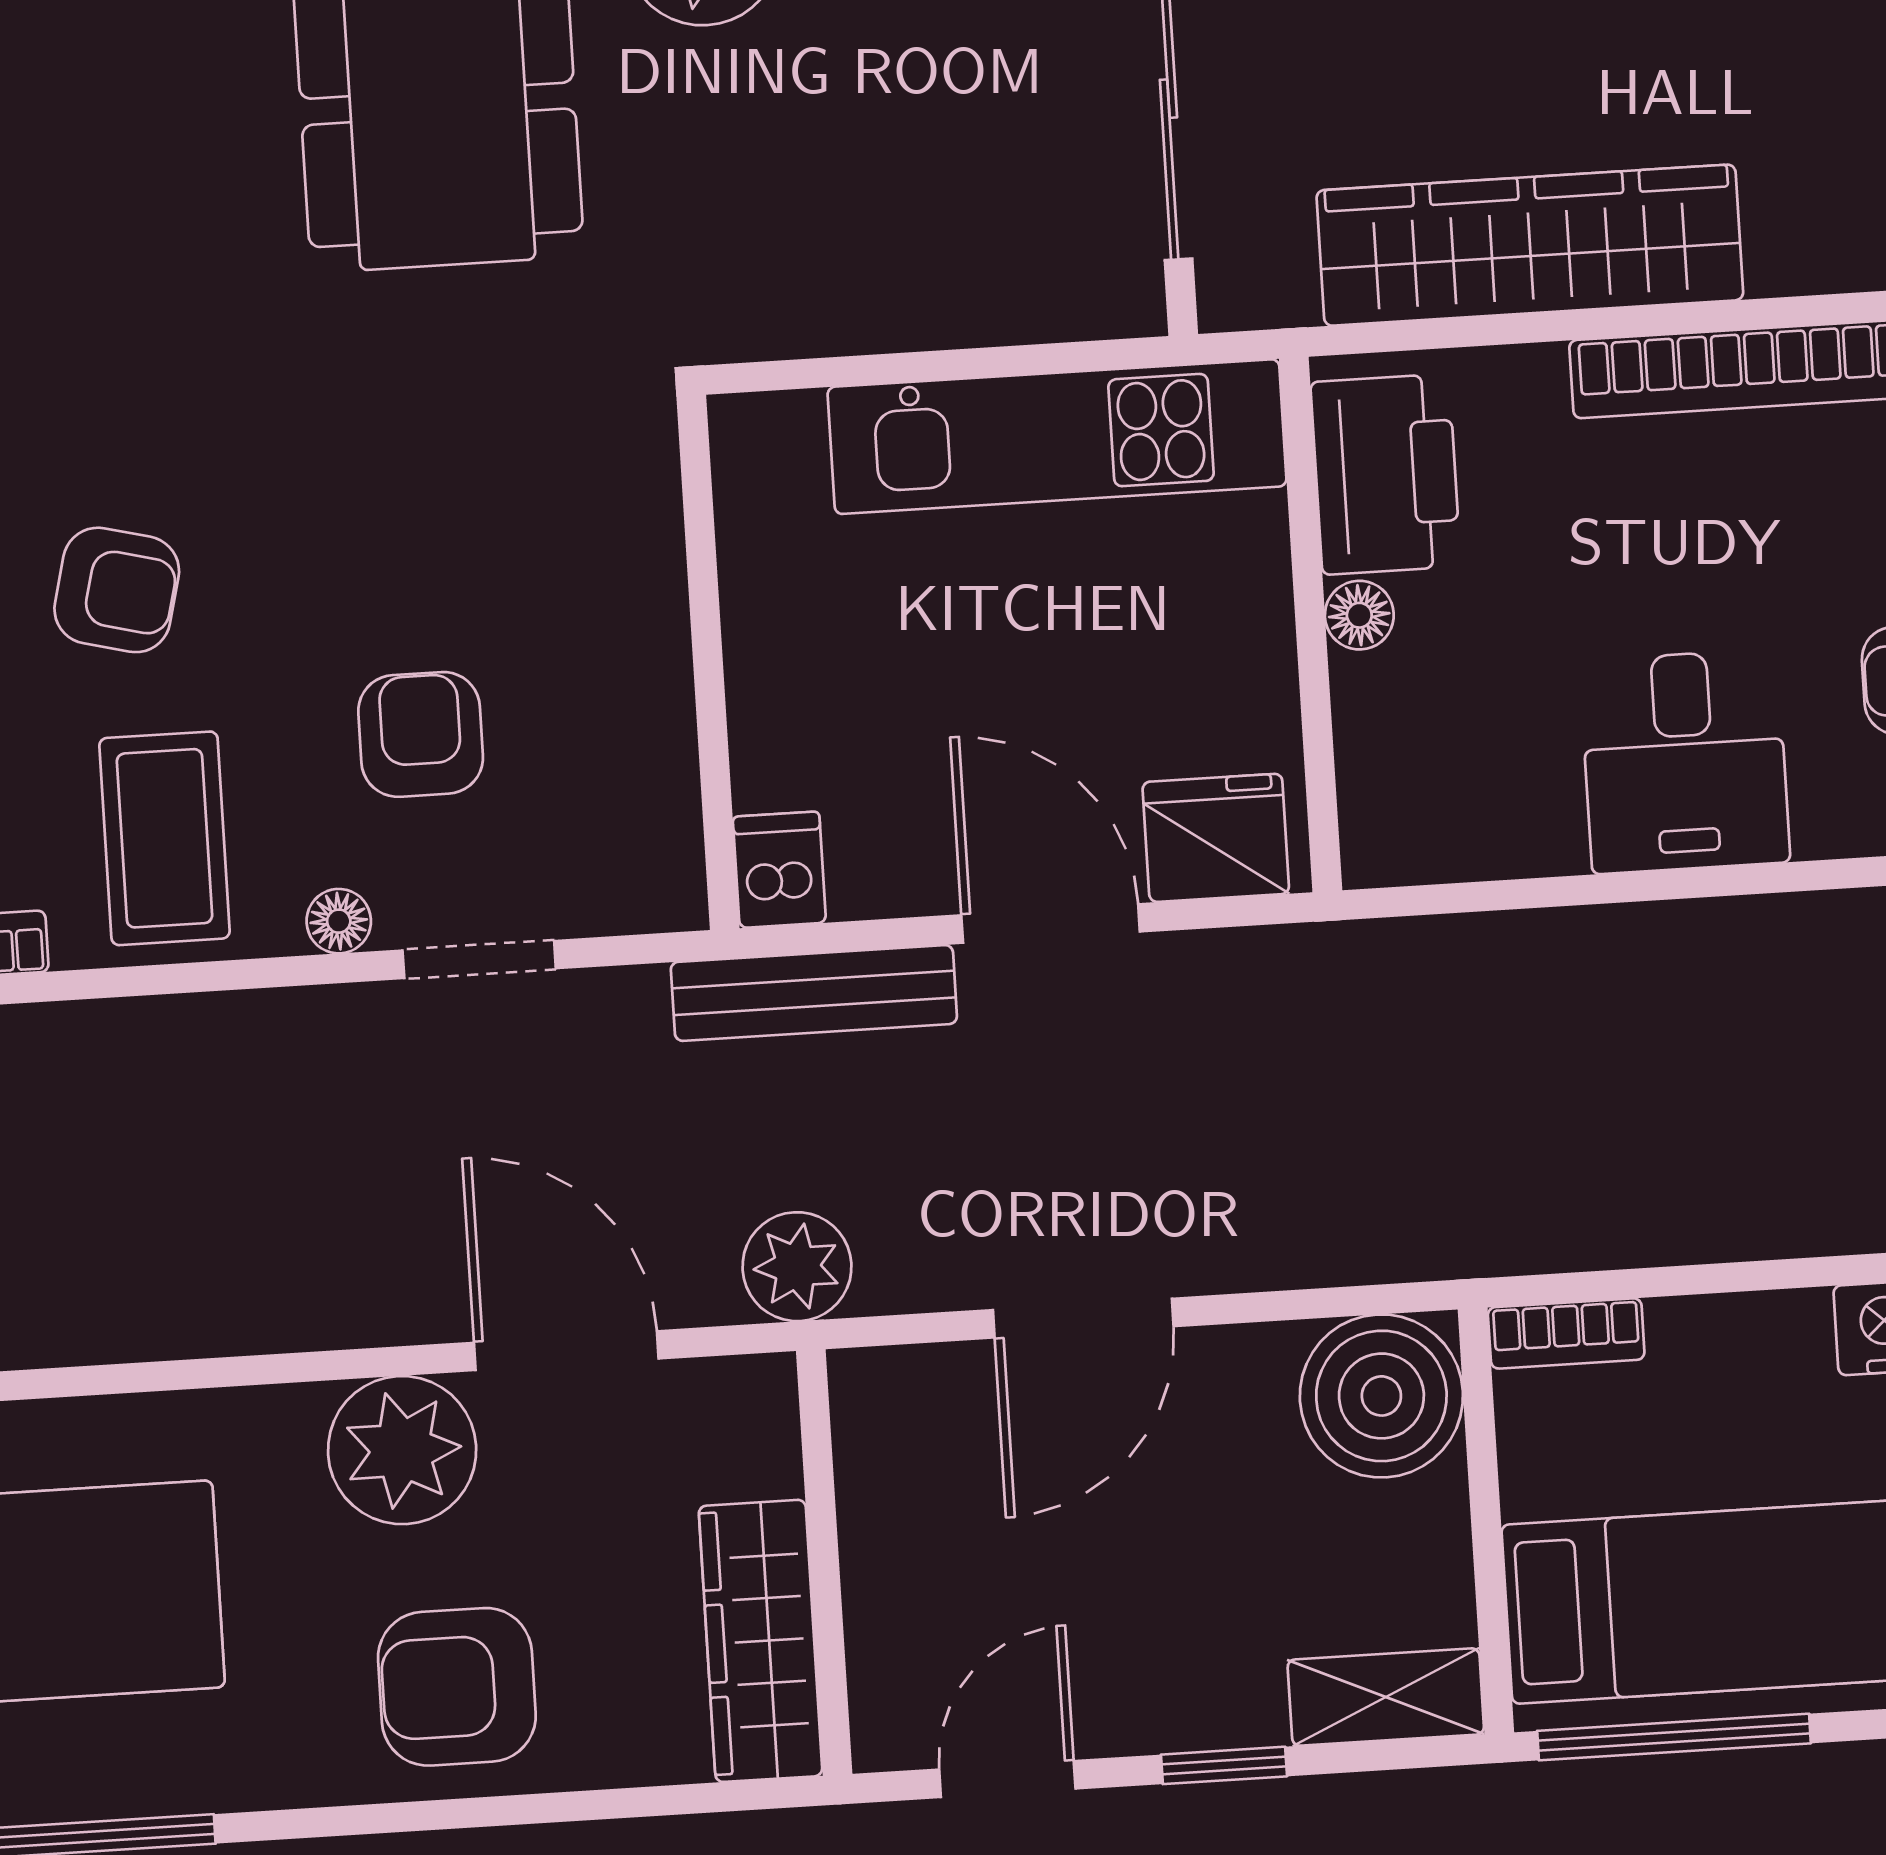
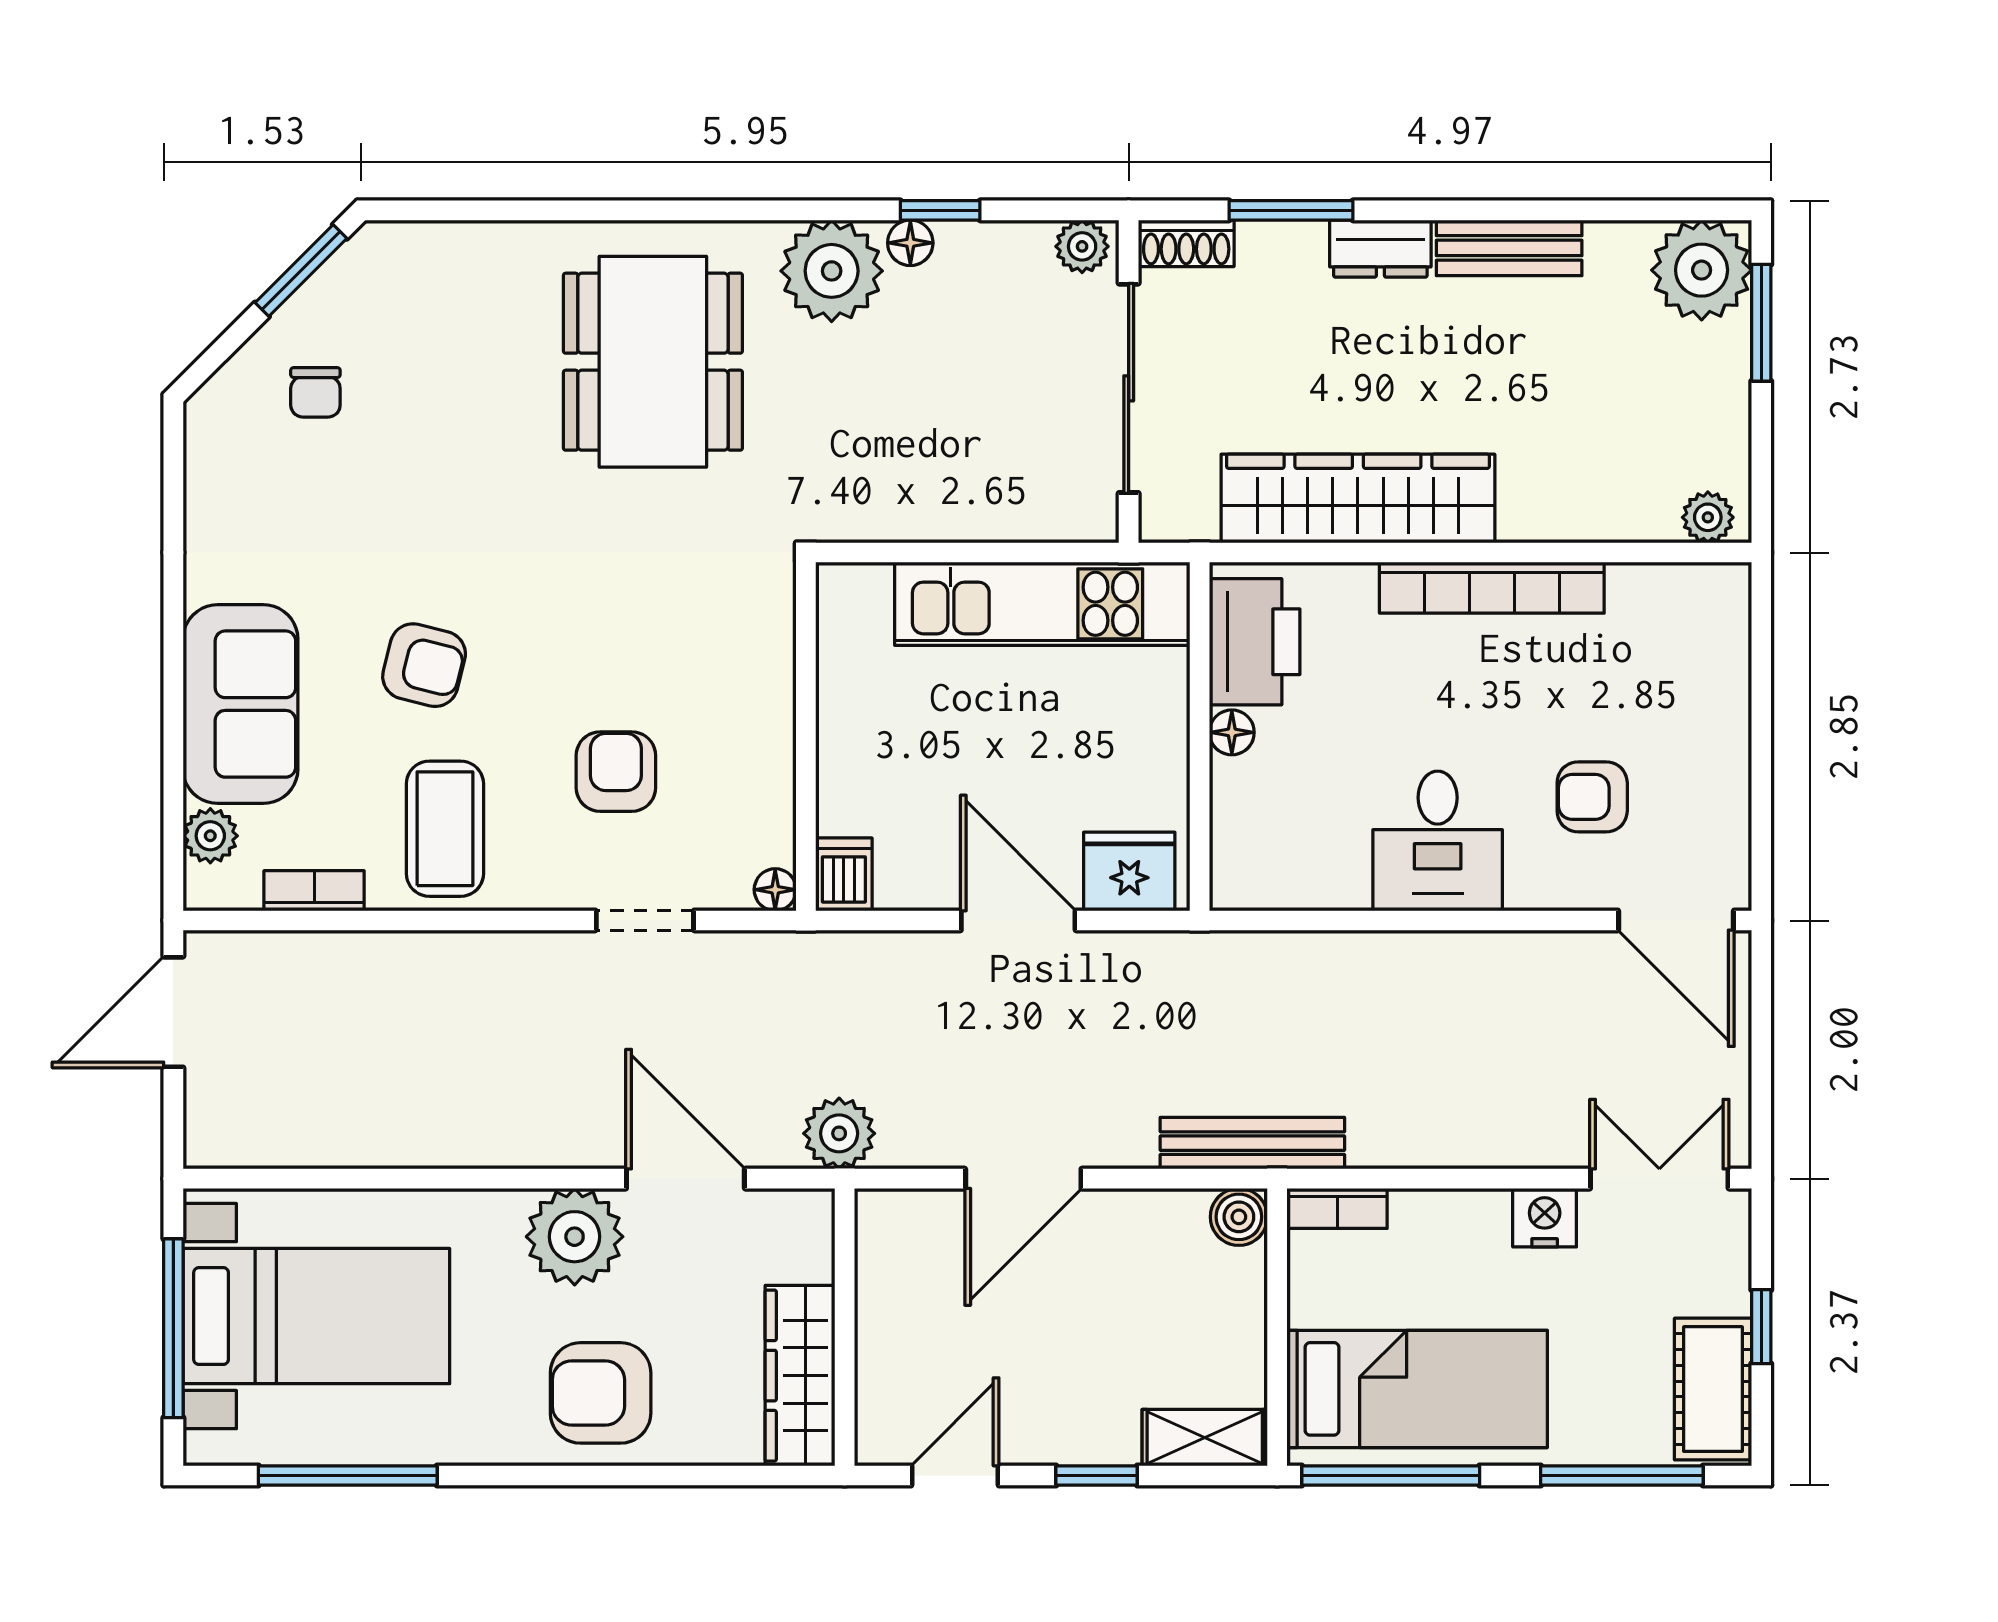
floor lamp: (339, 921) -> (775, 890), moved
bench: (814, 993) -> (1252, 1143), moved
boiler: (1381, 1396) -> (1239, 1217), width x0.54, depth x0.54

